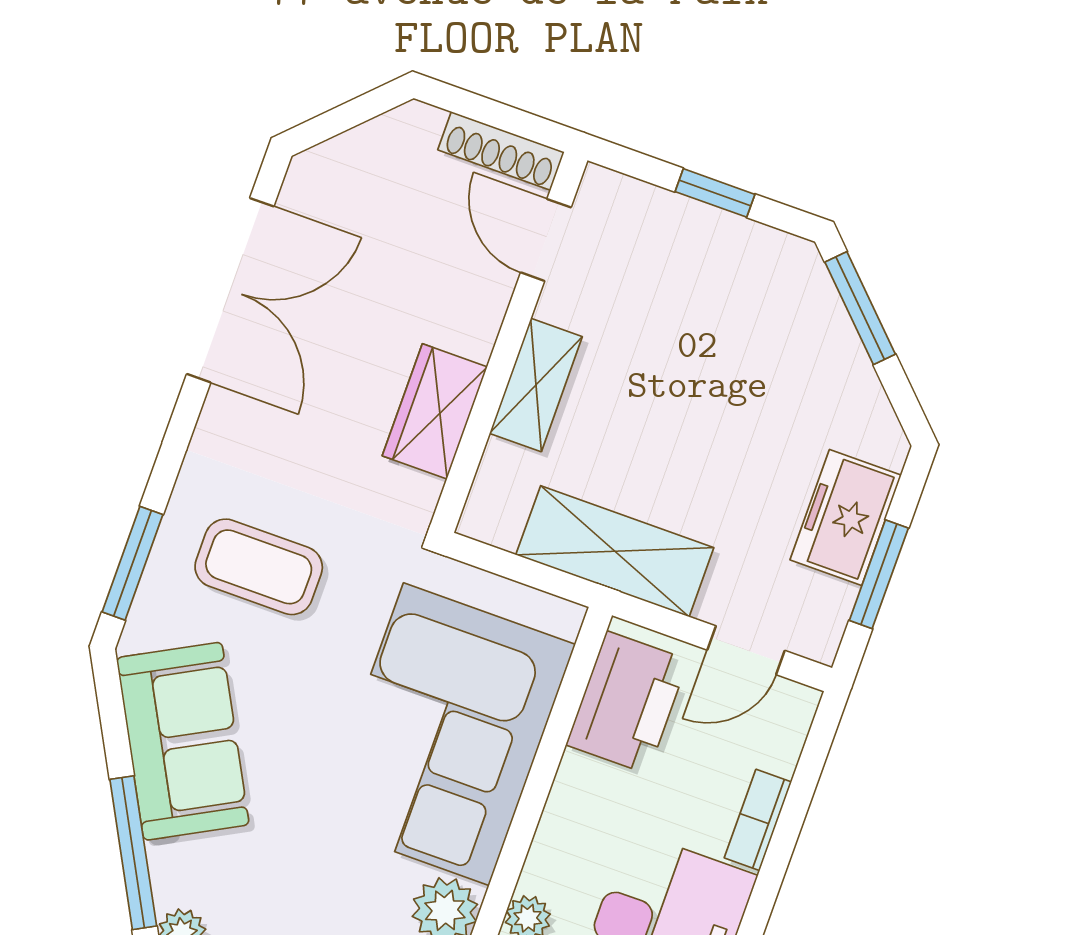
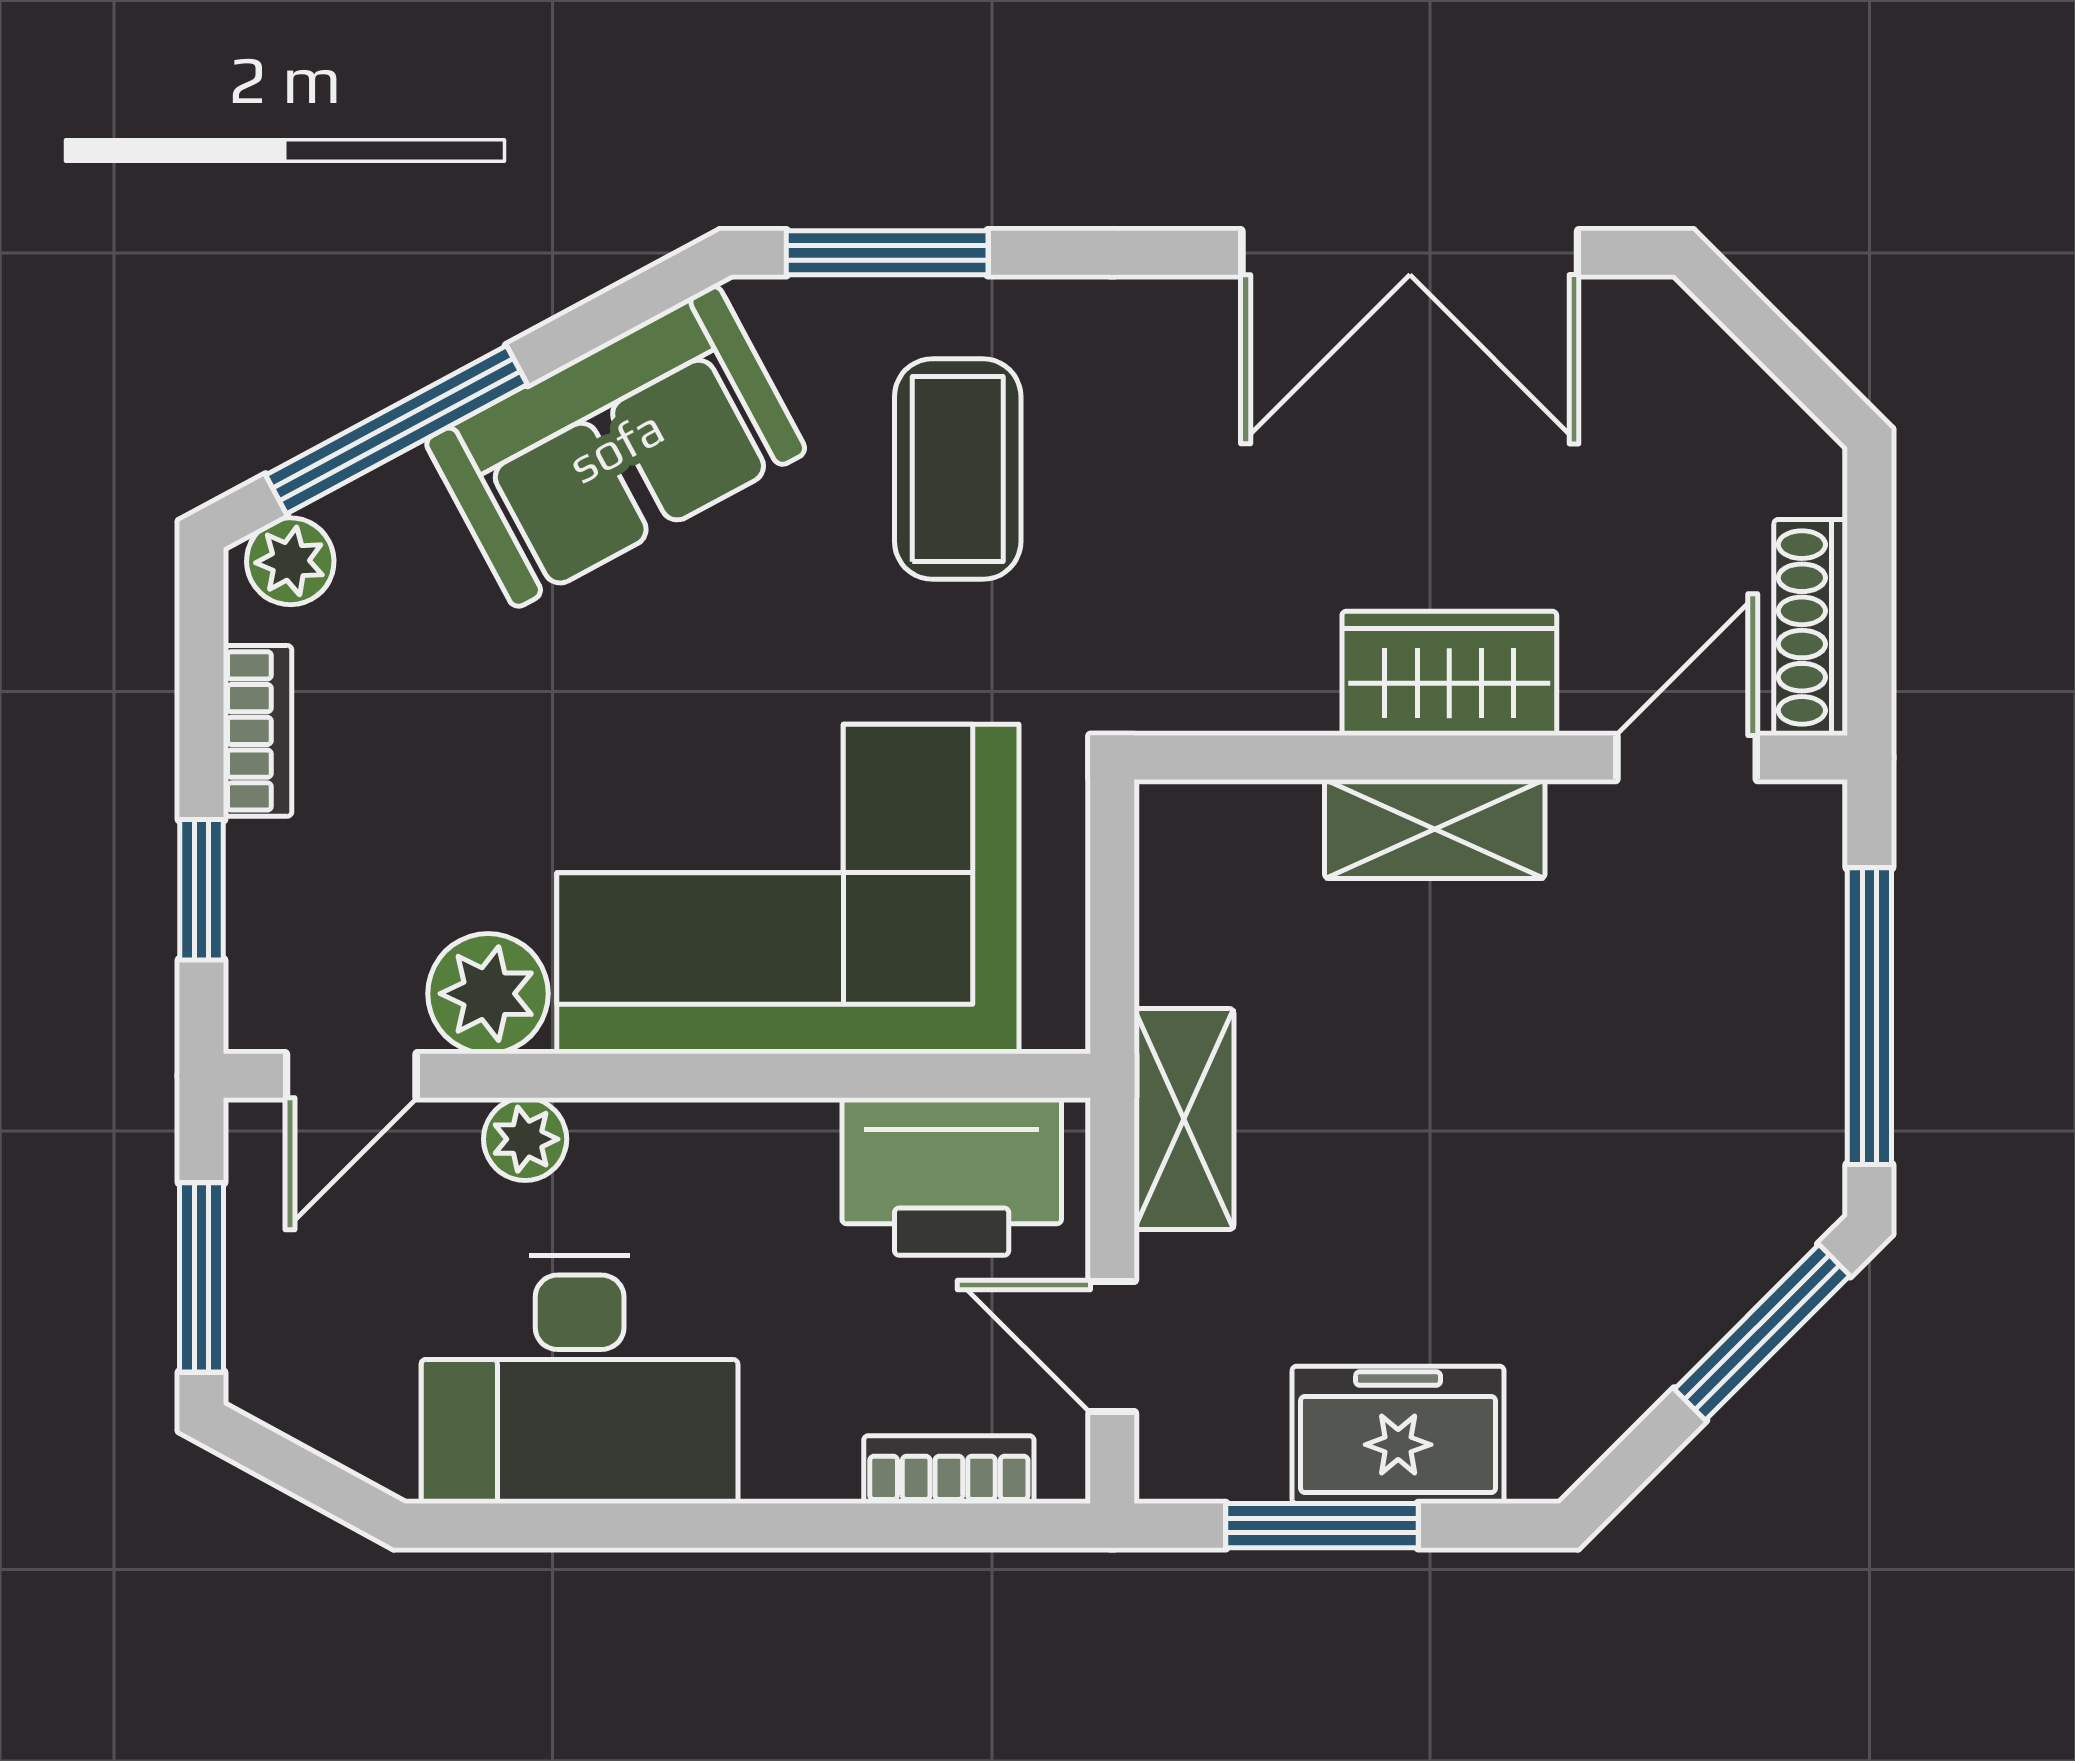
window: (715, 193) -> (1869, 1016), width x2.17
wardrobe: (435, 411) -> (1449, 673), moved
shelving: (615, 551) -> (1184, 1119), width x0.67, depth x0.75
bookcase: (758, 820) -> (949, 1470), moved

